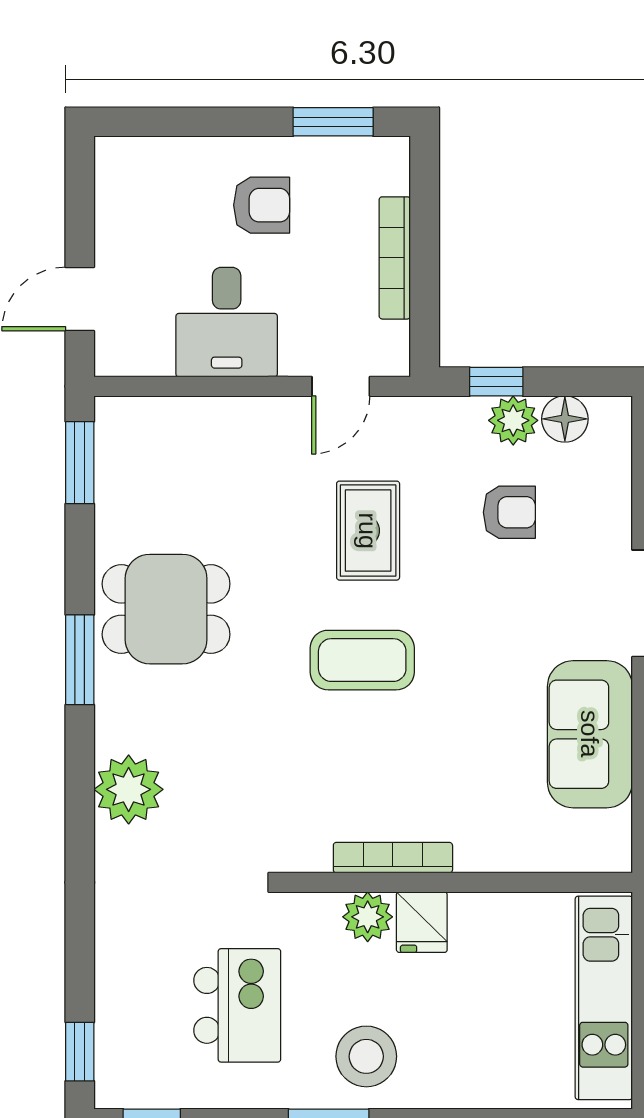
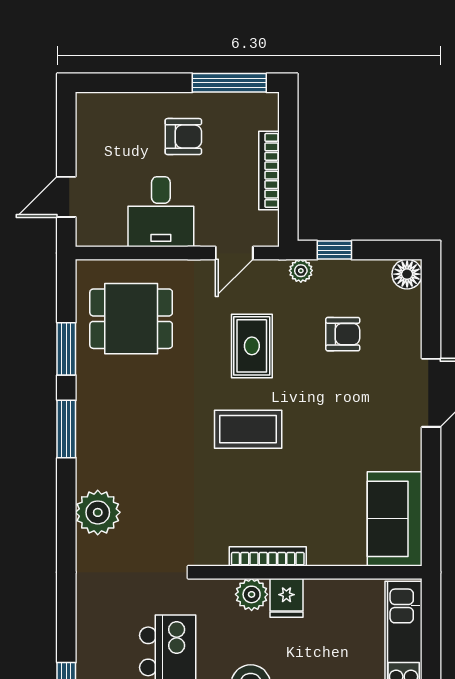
window: (333, 122) -> (229, 83), width x1.44
floor lamp: (565, 419) -> (407, 274), moved
plant: (513, 420) -> (301, 271), moved, width x0.73, depth x0.73
window: (80, 463) -> (66, 349), moved
dining table: (166, 609) -> (131, 319), moved
sofa: (590, 734) -> (395, 519), moved

